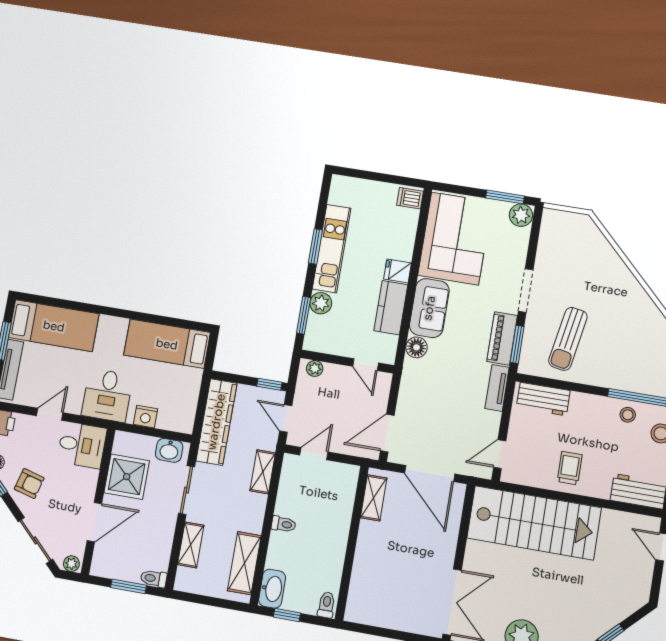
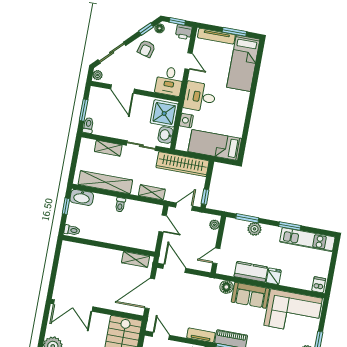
kitchen unit: (332, 249) -> (307, 240), moved
bed: (167, 344) -> (215, 145), moved, turned -90
shower: (127, 477) -> (164, 113), moved
shelving: (244, 563) -> (105, 182), width x1.47

